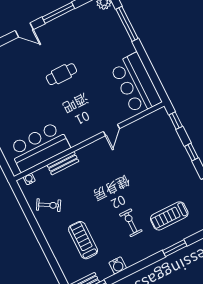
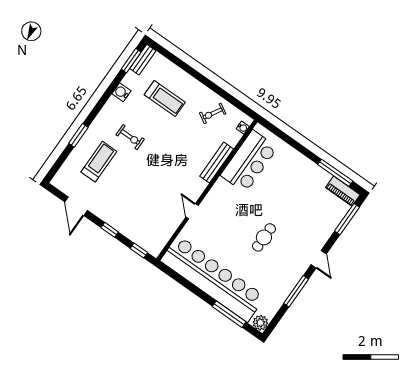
door: (24, 30) -> (319, 259), swing flipped
bar counter: (136, 84) -> (213, 279), width x1.86
bench: (63, 163) -> (217, 163), width x1.36

